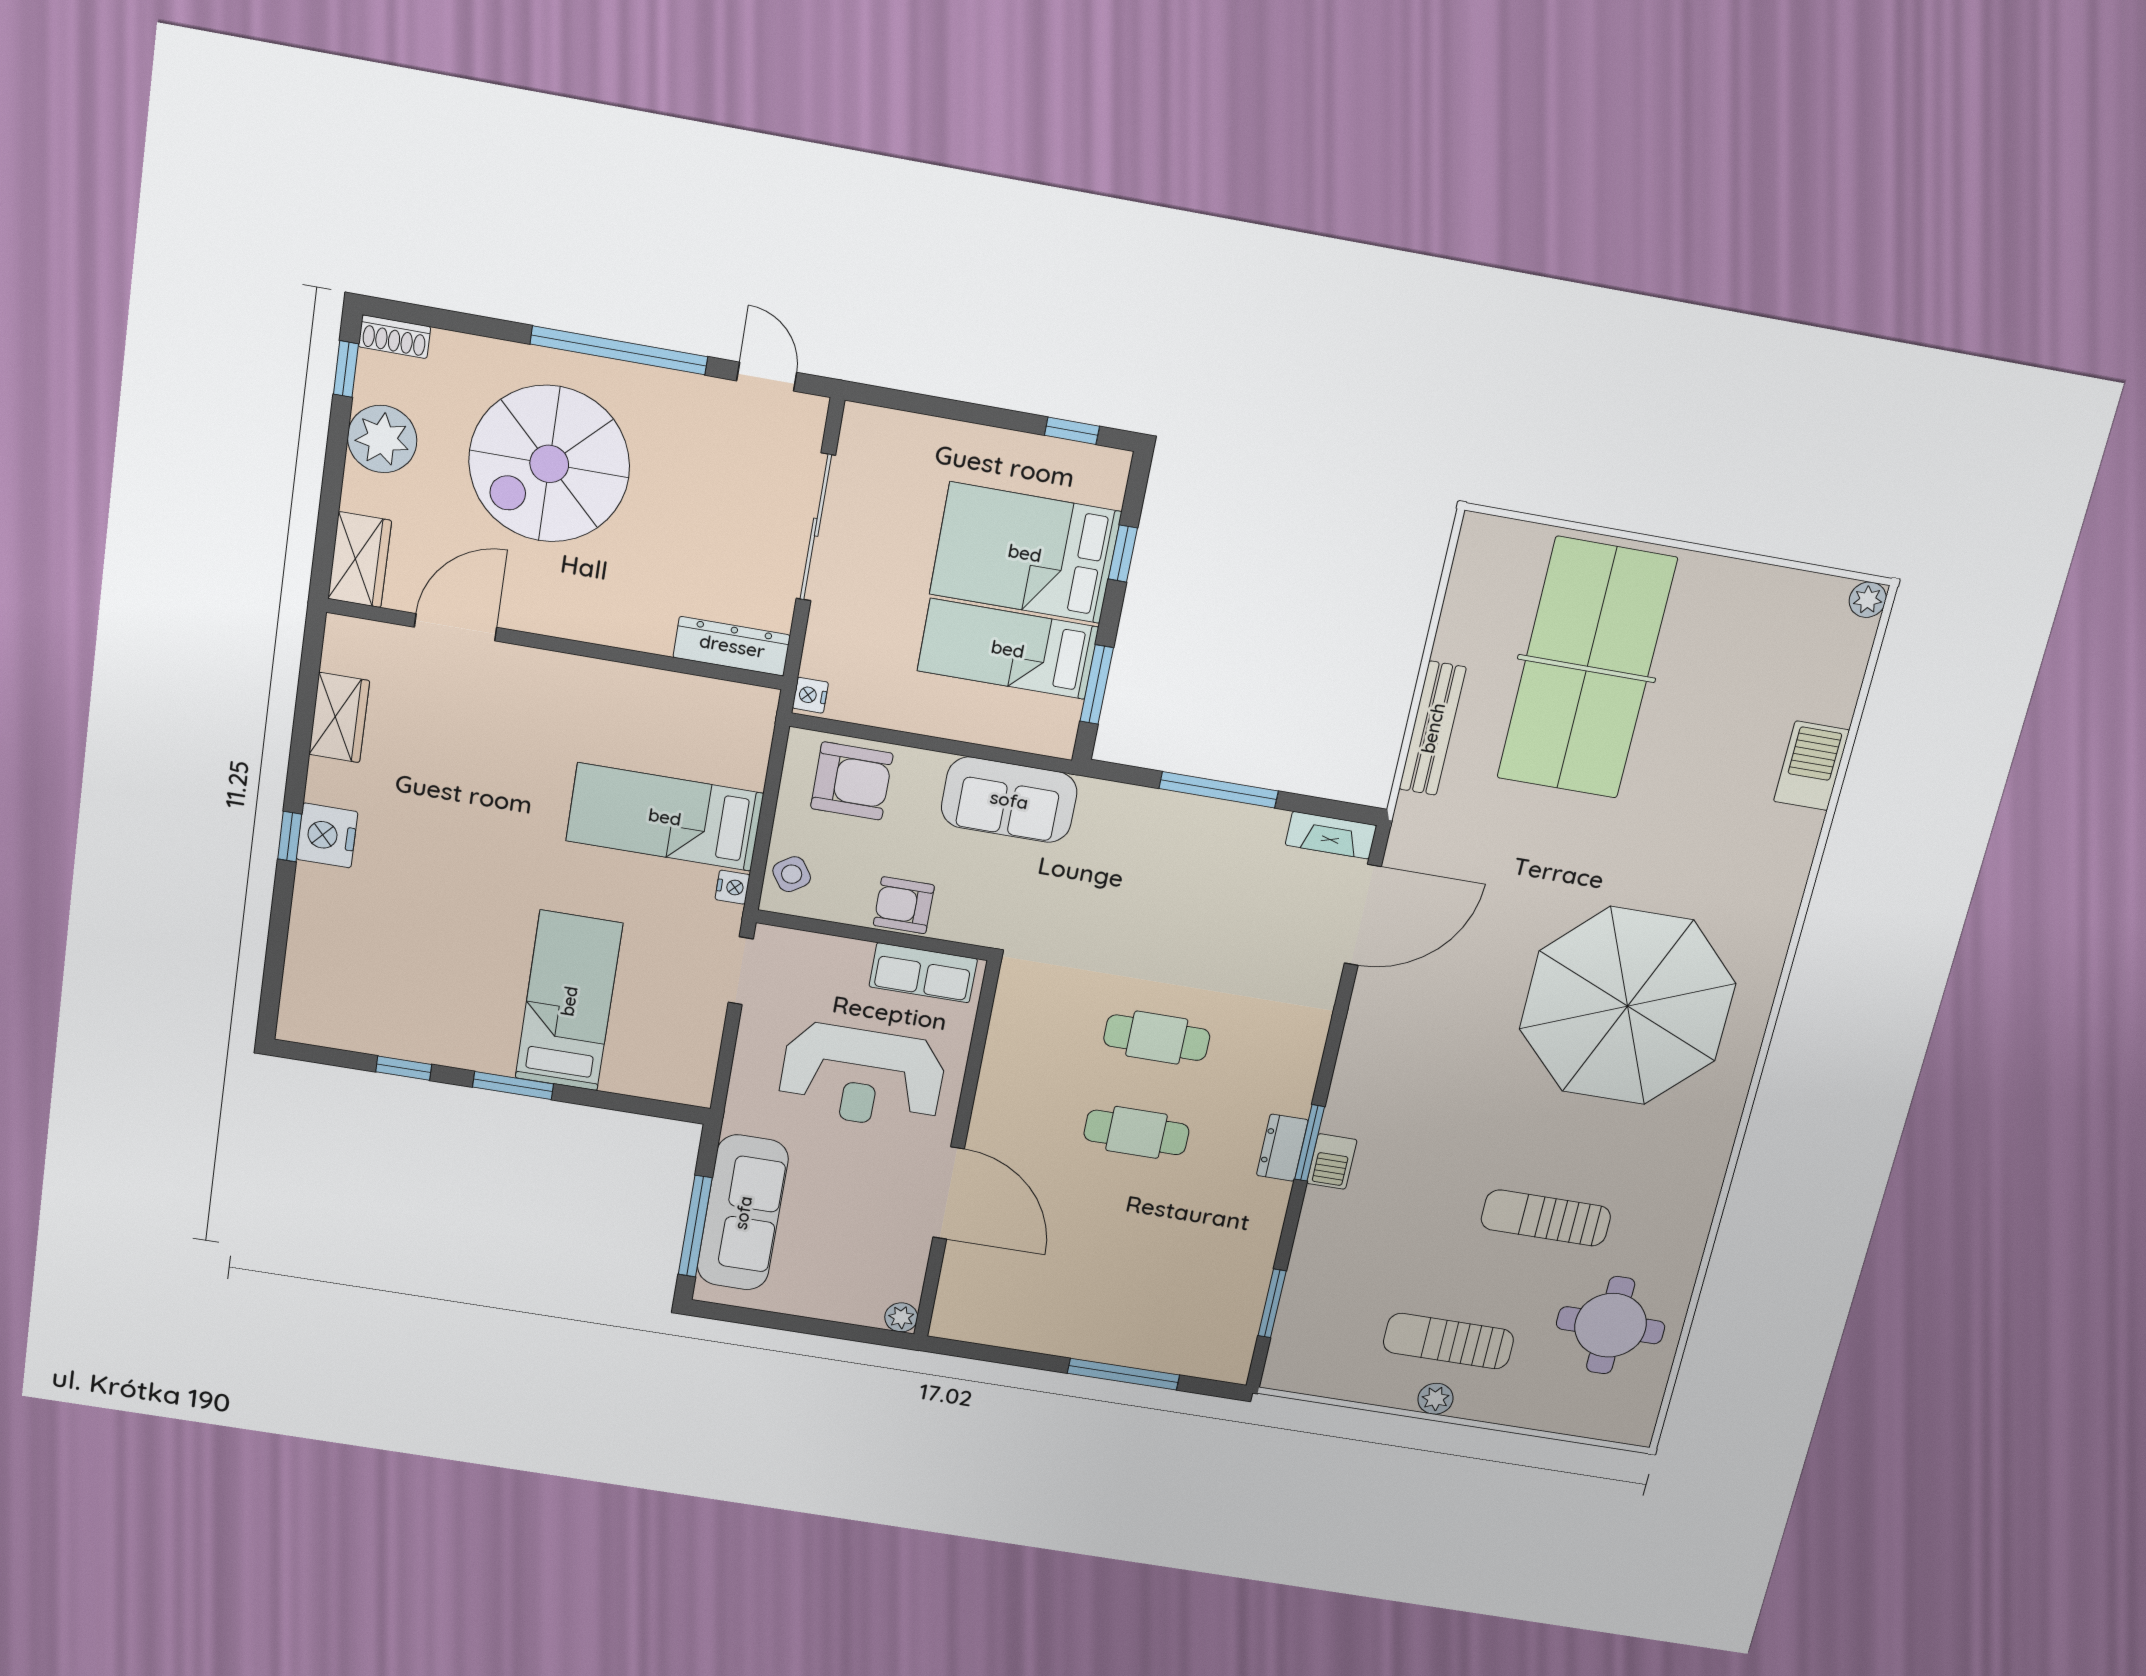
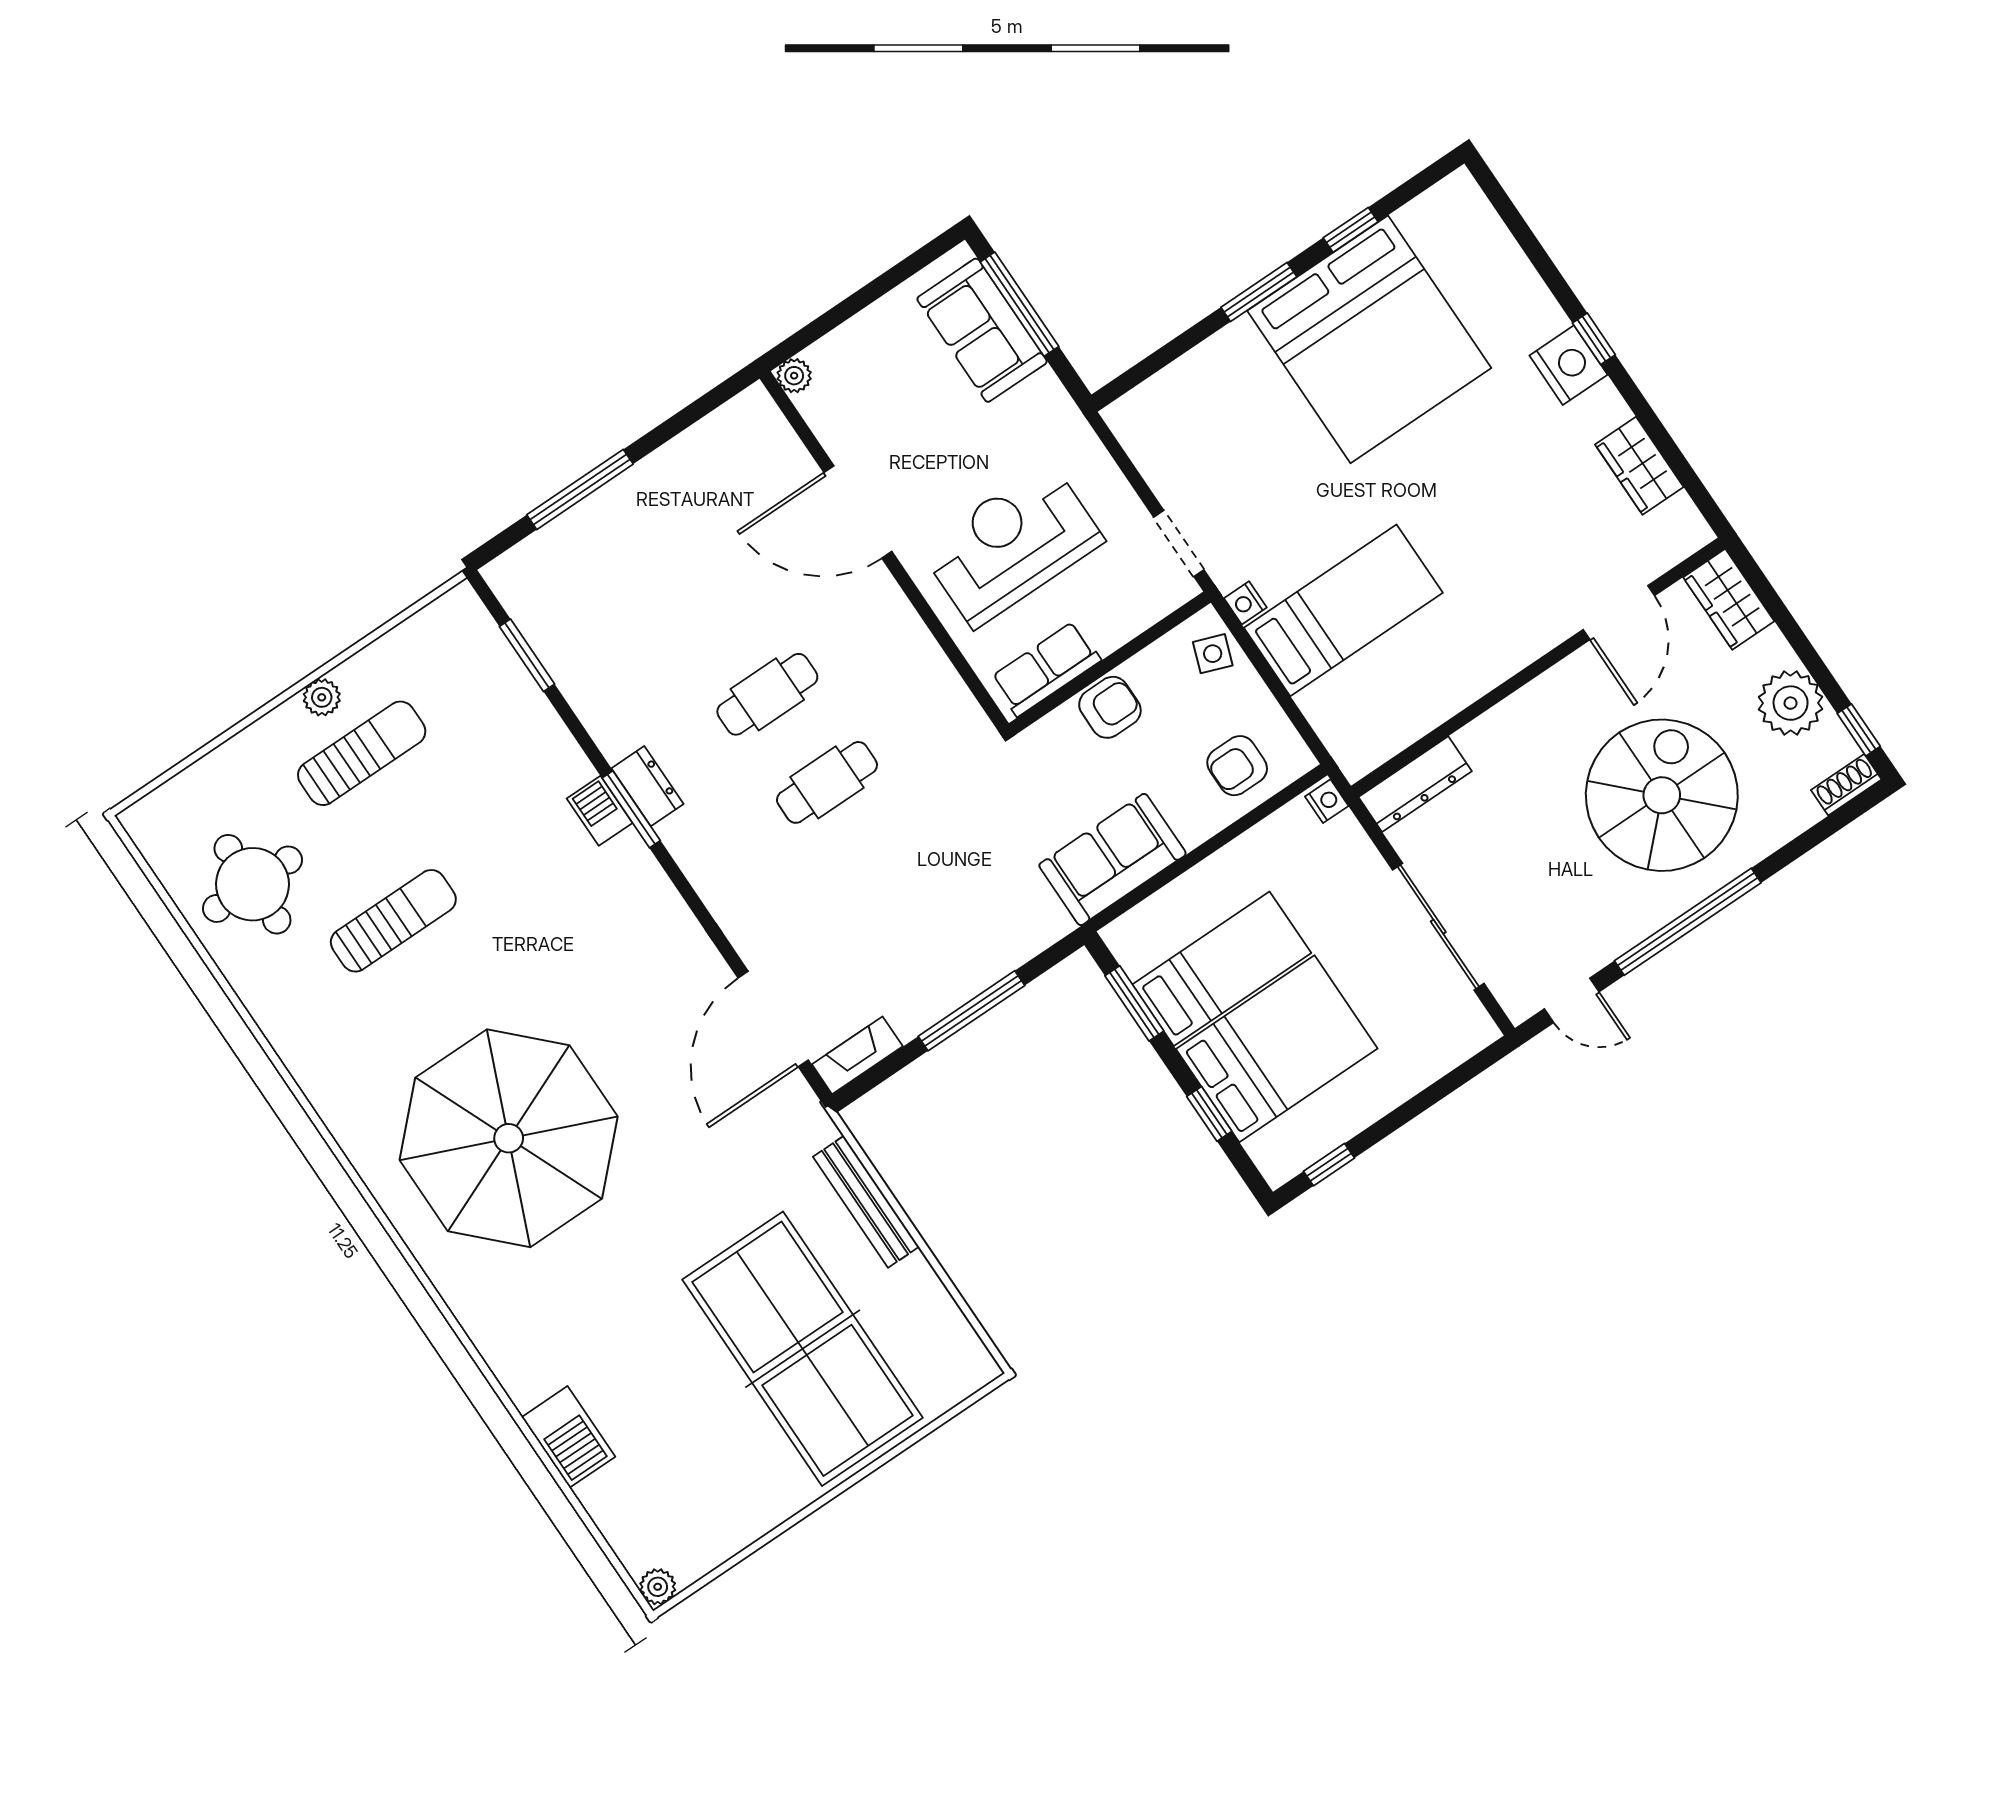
armchair: (852, 781) -> (1237, 766), width x0.72, depth x0.72
side table: (792, 874) -> (1213, 654), turned -36
bed: (569, 1001) -> (1369, 339), moved, width x2.04
sofa: (743, 1213) -> (982, 330), width x0.73

